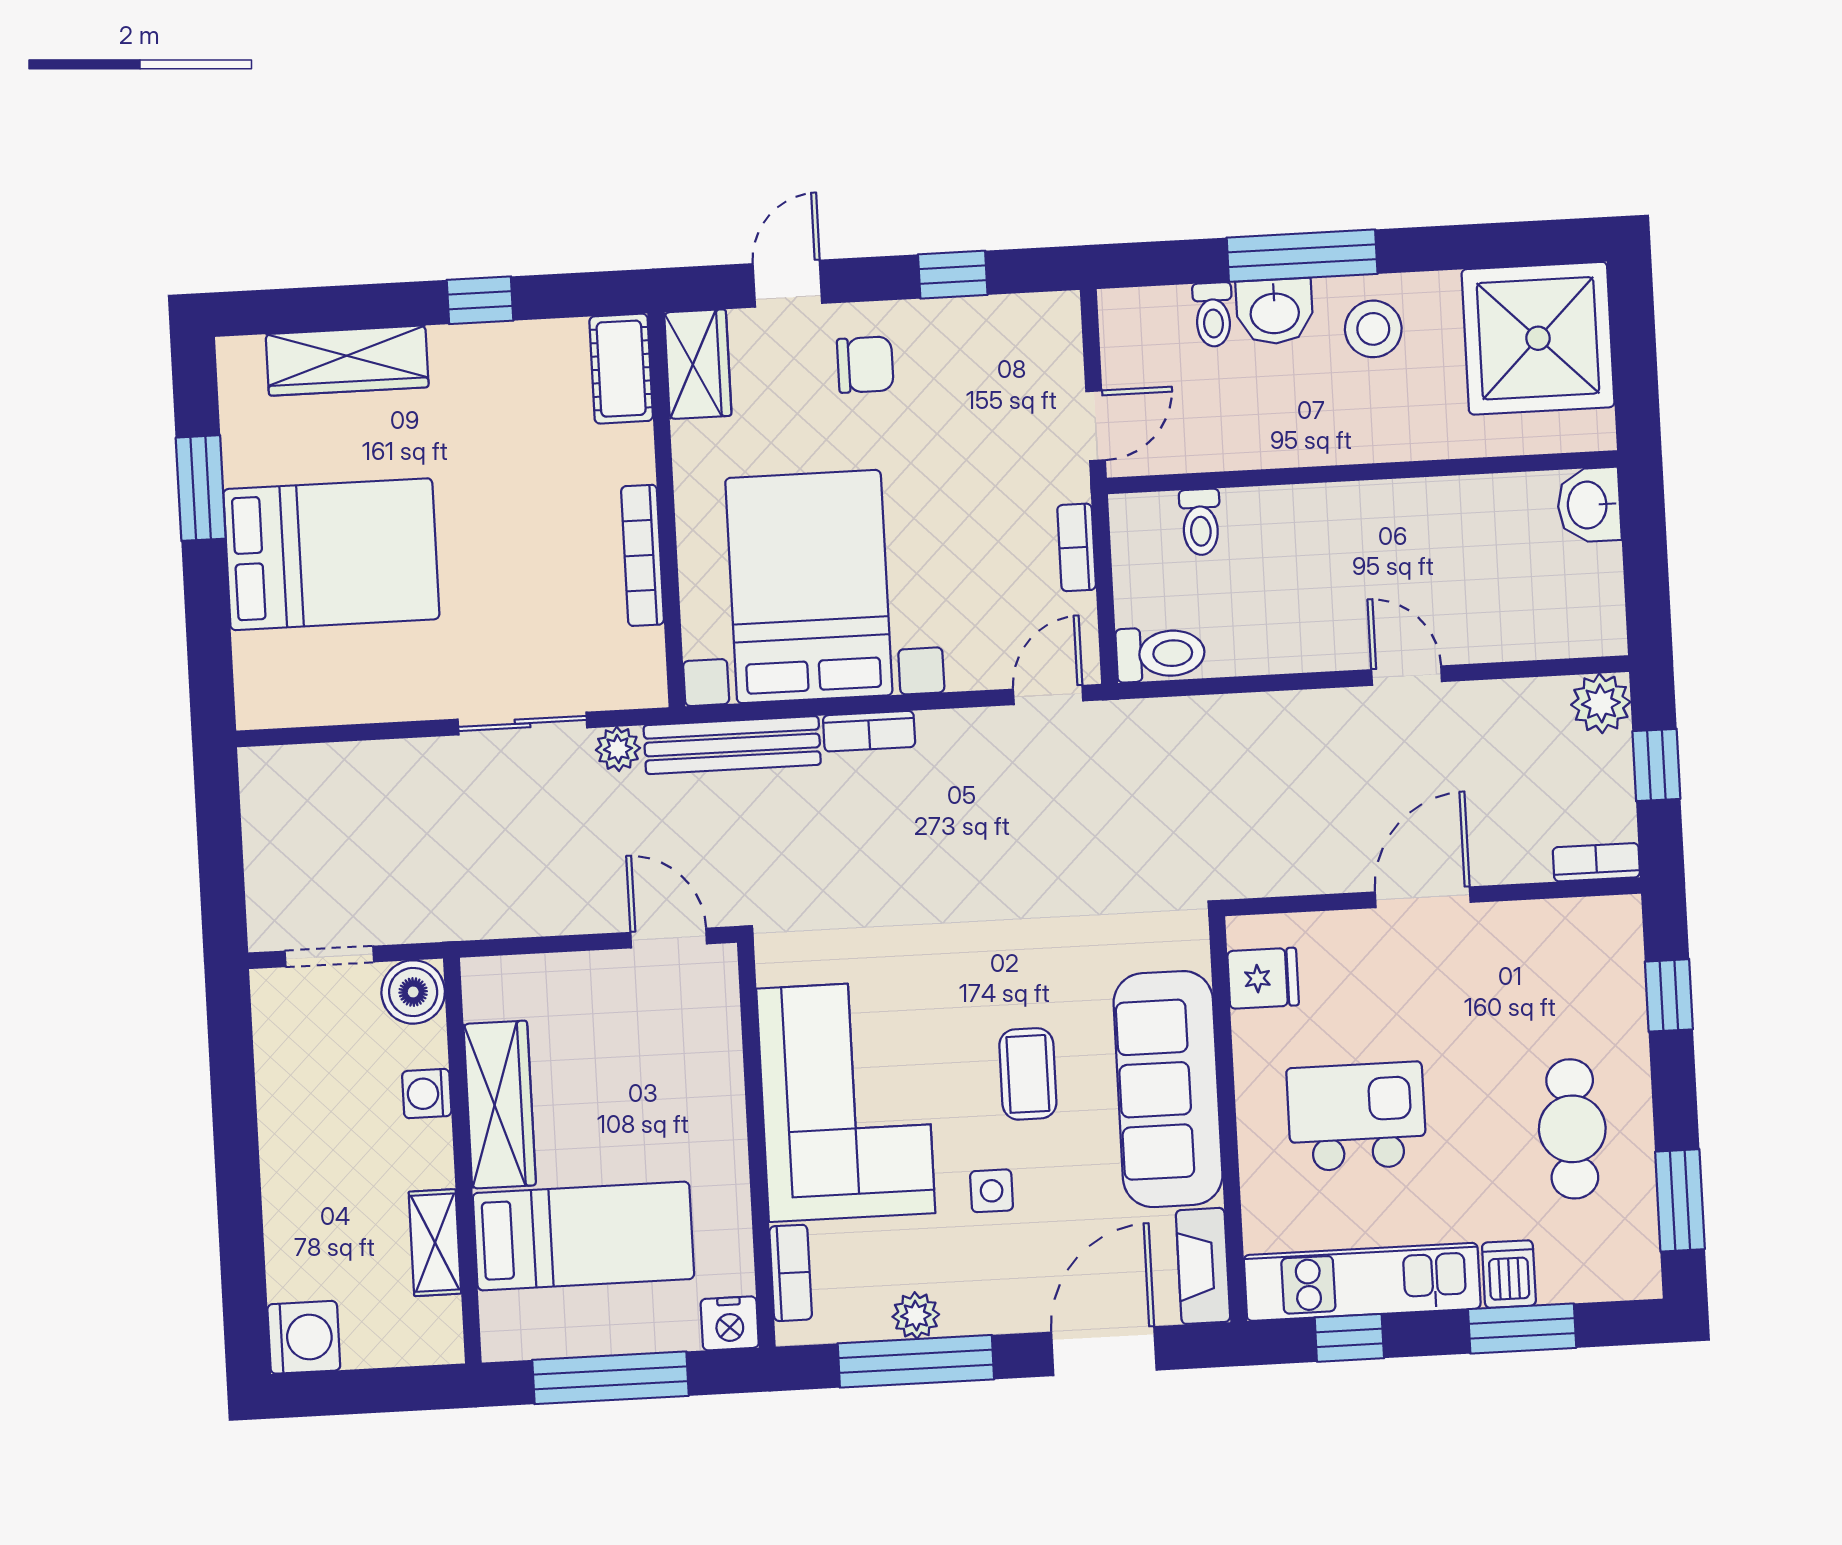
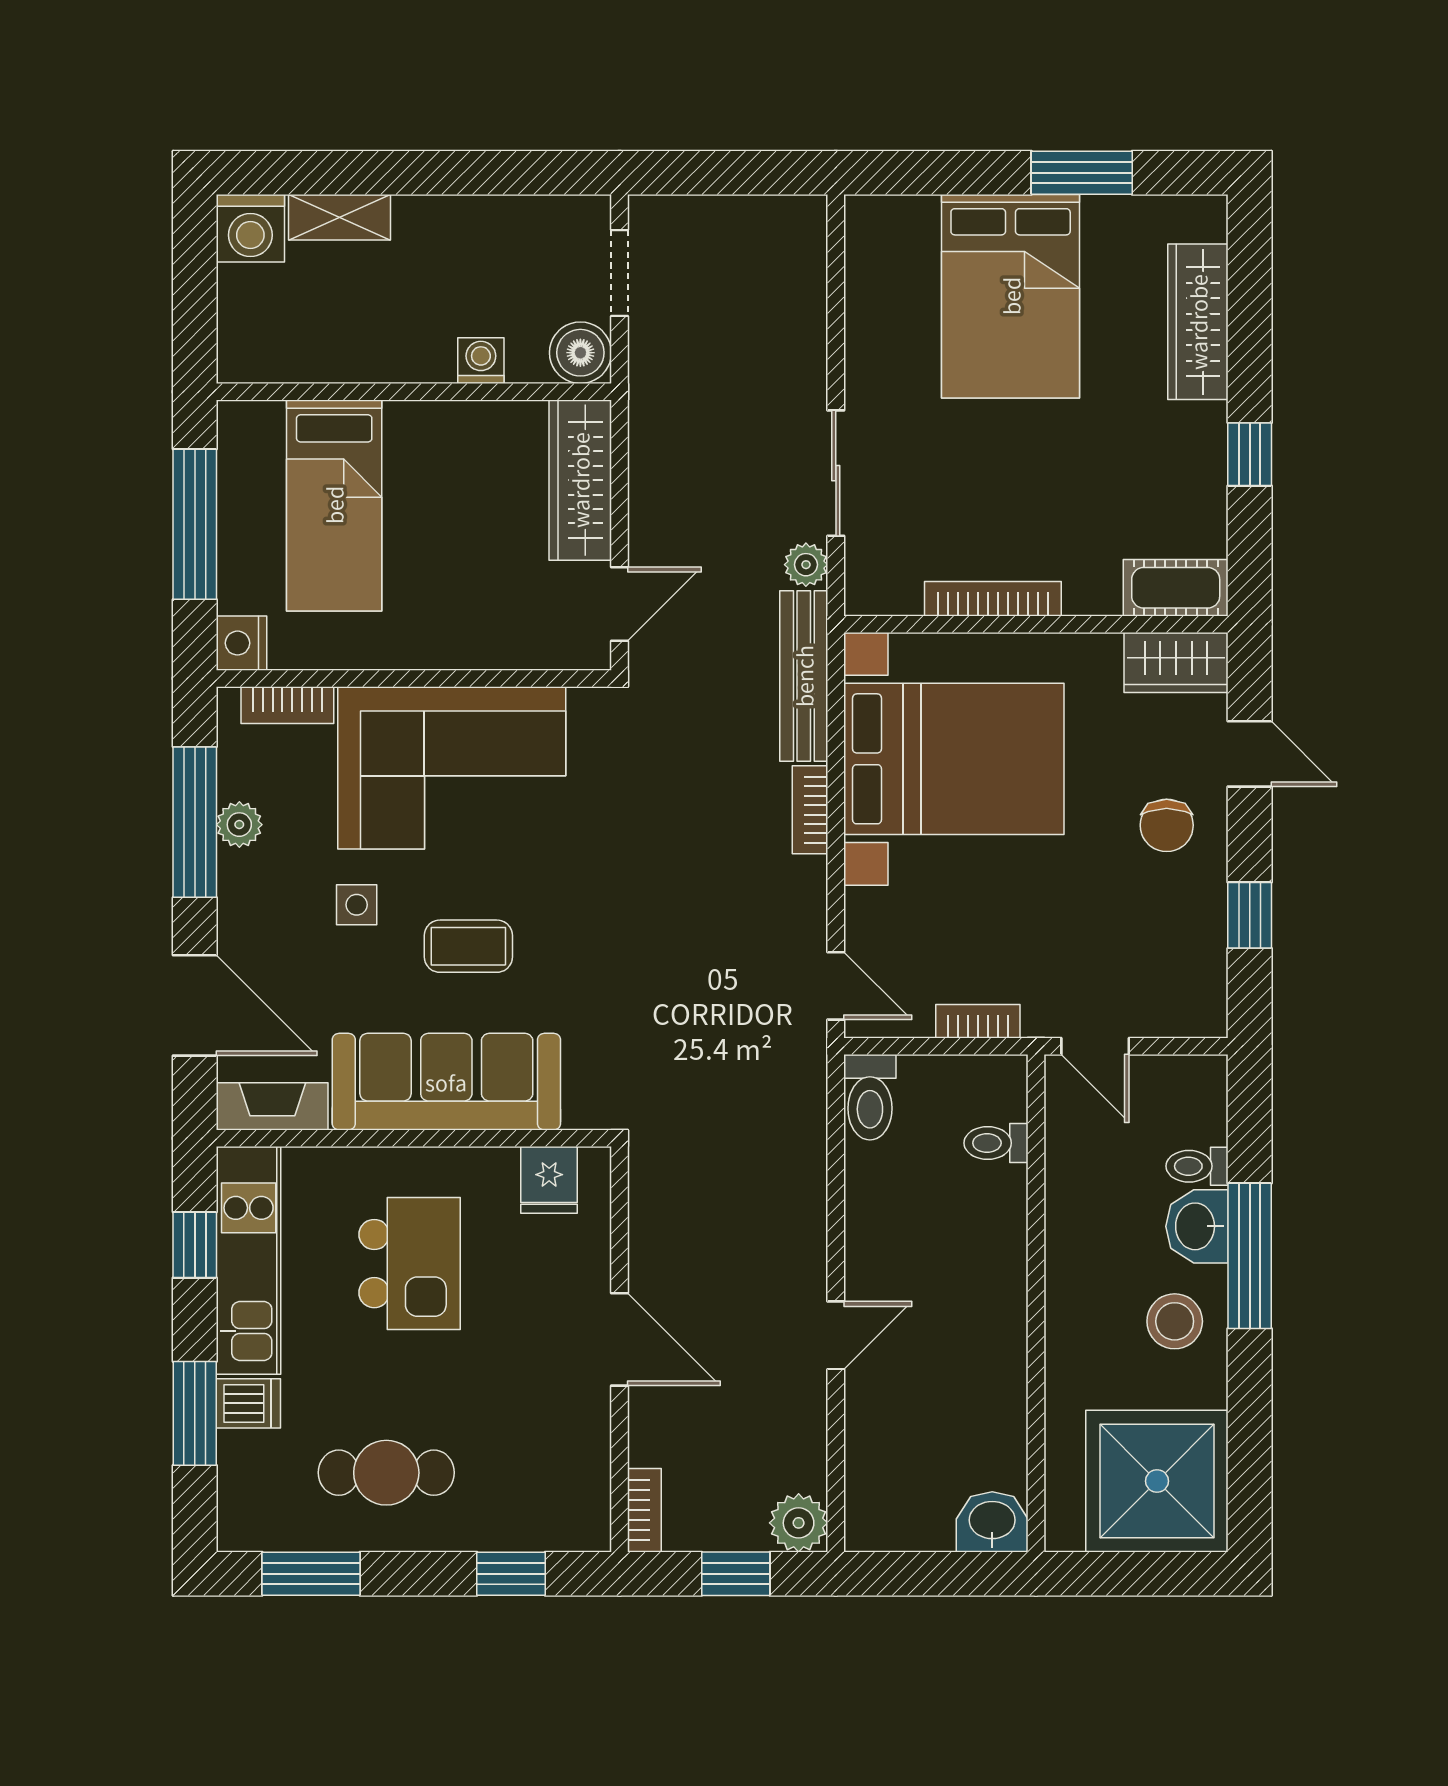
wardrobe: (500, 1105) -> (580, 480), moved, turned 90
shelving: (435, 1243) -> (340, 217), moved

